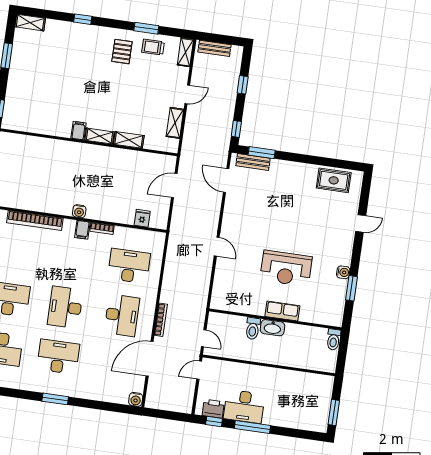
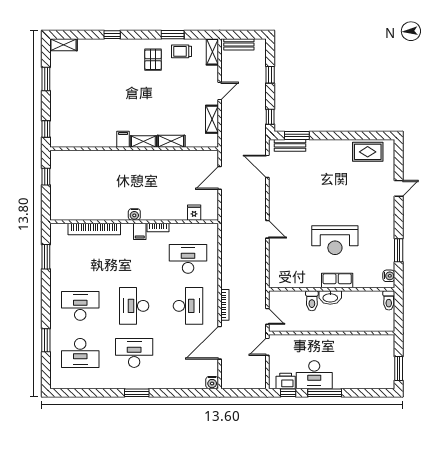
water cooler: (343, 272) -> (389, 276), moved

